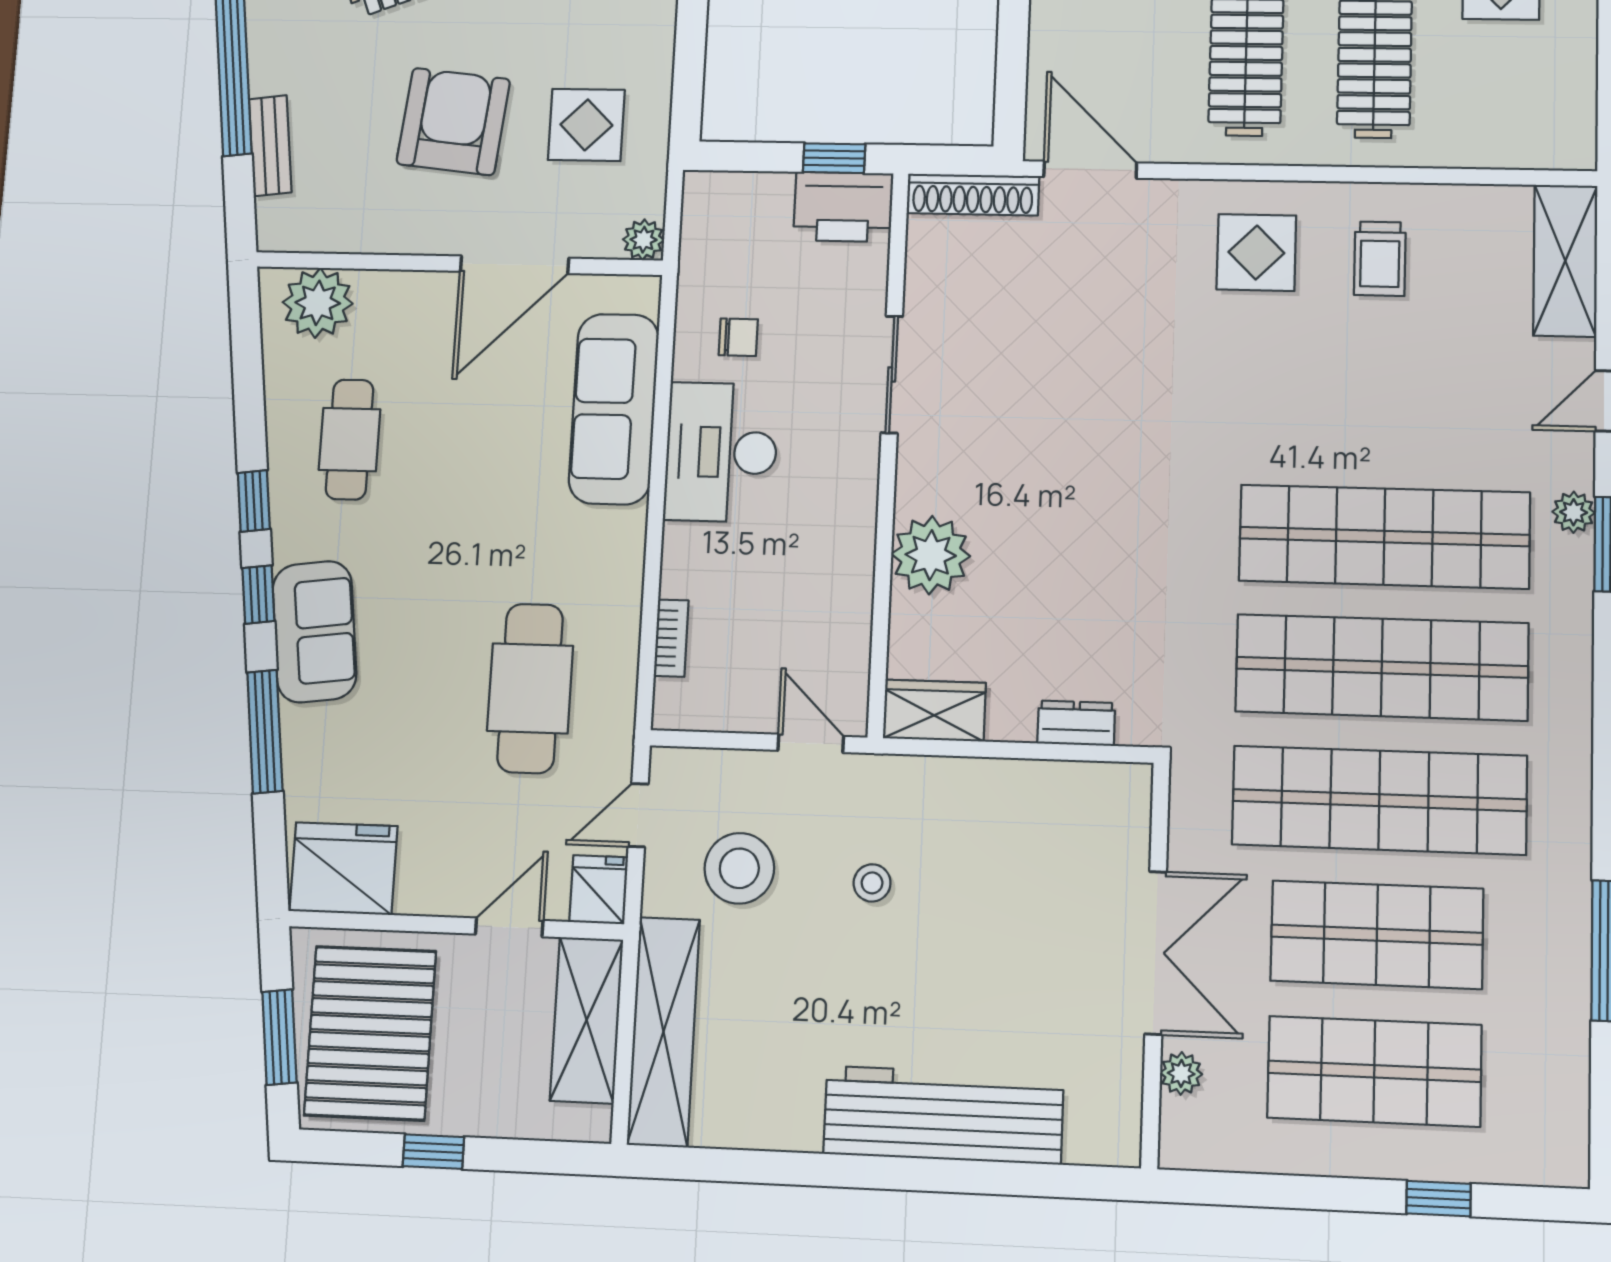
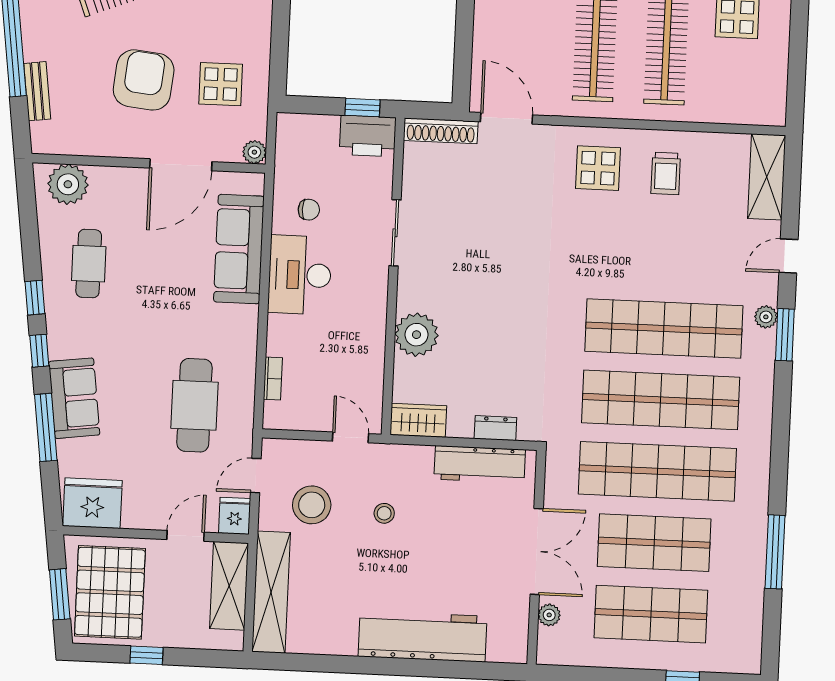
sofa: (314, 632) -> (74, 398), moved
workbench: (1048, 790) -> (480, 464), added

